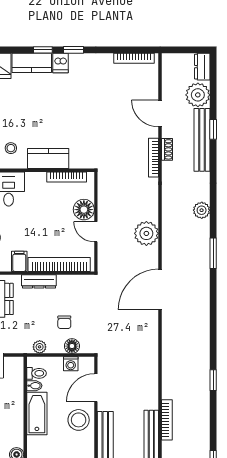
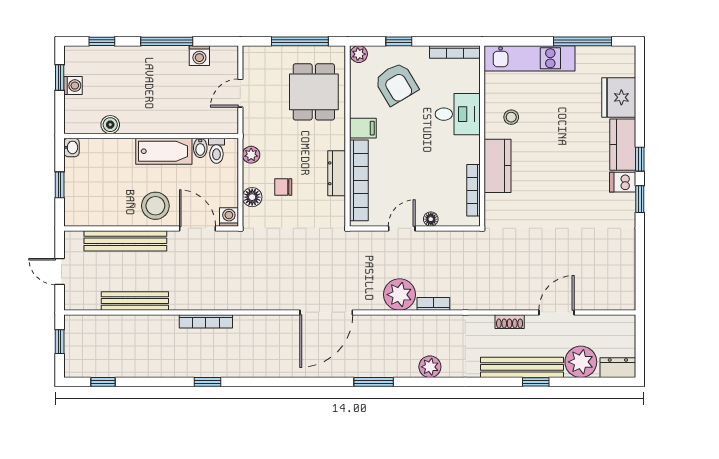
bookcase: (134, 58) -> (629, 278), removed
bookcase: (154, 158) -> (433, 304), moved, width x0.64
floor lamp: (84, 210) -> (431, 219), width x0.53, depth x0.53
dresser: (39, 281) -> (337, 173), moved
door: (160, 289) -> (326, 312), swing flipped
washing machine: (71, 364) -> (229, 217), moved, turned 90
bookcase: (167, 420) -> (206, 321), moved

